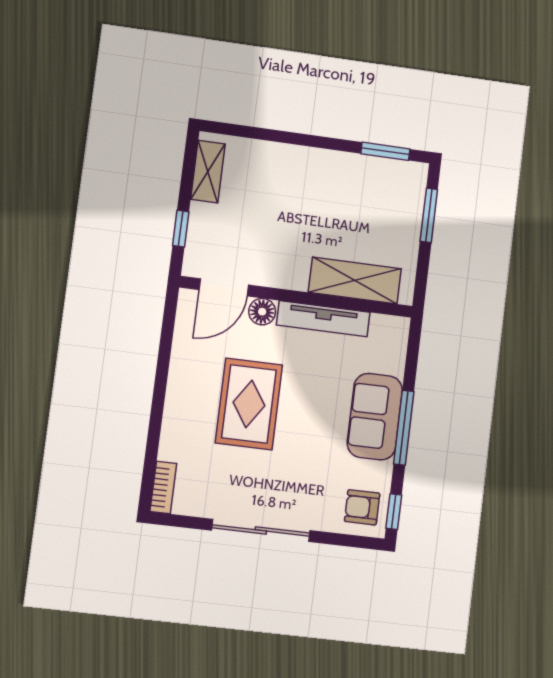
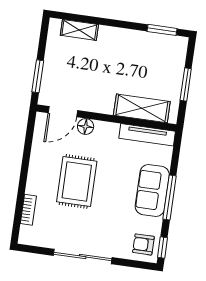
shelving: (208, 172) -> (79, 30), moved, turned 90
window: (429, 215) -> (186, 84), moved
window: (181, 229) -> (38, 76), width x1.50
tv unit: (323, 319) -> (147, 135), moved
bookcase: (163, 487) -> (28, 210), moved

